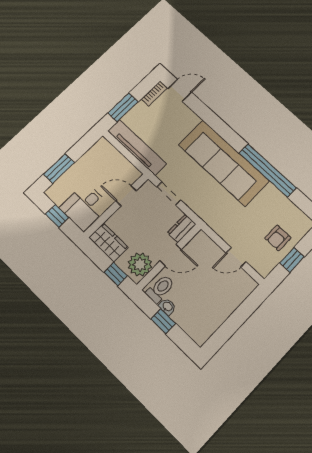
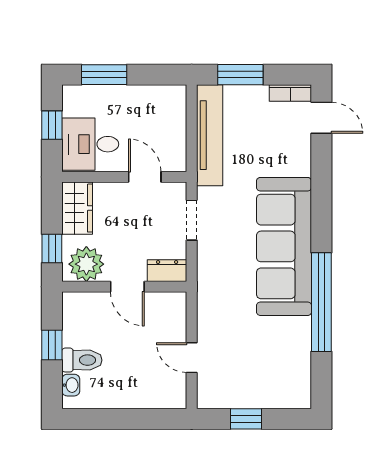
armchair: (278, 238) -> (256, 382), removed
toilet: (160, 289) -> (82, 360), moved
washbasin: (167, 307) -> (71, 385), moved

